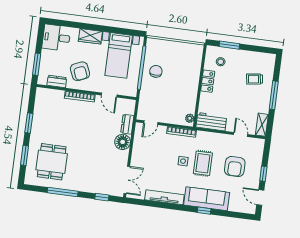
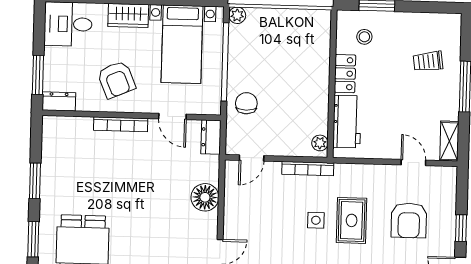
plant: (151, 42) -> (237, 15), added
chair: (156, 71) -> (246, 103), moved
dresser: (57, 81) -> (59, 101), moved
workbench: (211, 122) -> (347, 122), moved, turned 90
dresser: (127, 124) -> (211, 137), moved

